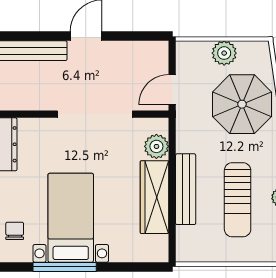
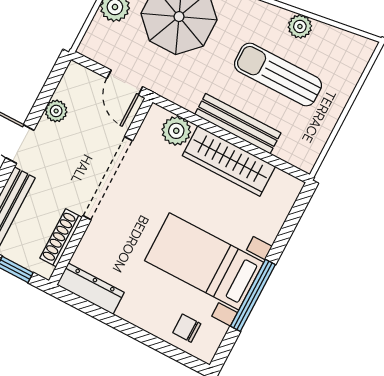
plant: (125, 50) -> (56, 111), added
shoe rack: (33, 103) -> (61, 238), added
sun lounger: (238, 200) -> (278, 75), turned 180

